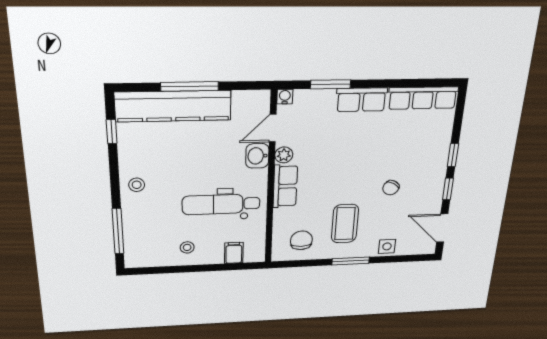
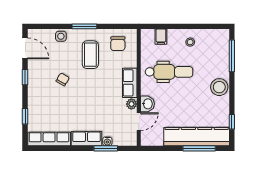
window: (190, 86) -> (199, 148), moved
water cooler: (285, 97) -> (107, 141), moved
window: (453, 155) -> (25, 116), moved
stool: (137, 185) -> (219, 87), width x1.89, depth x1.89

